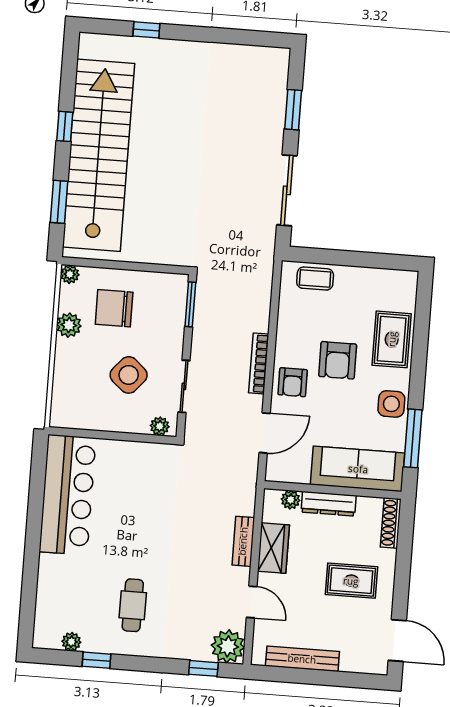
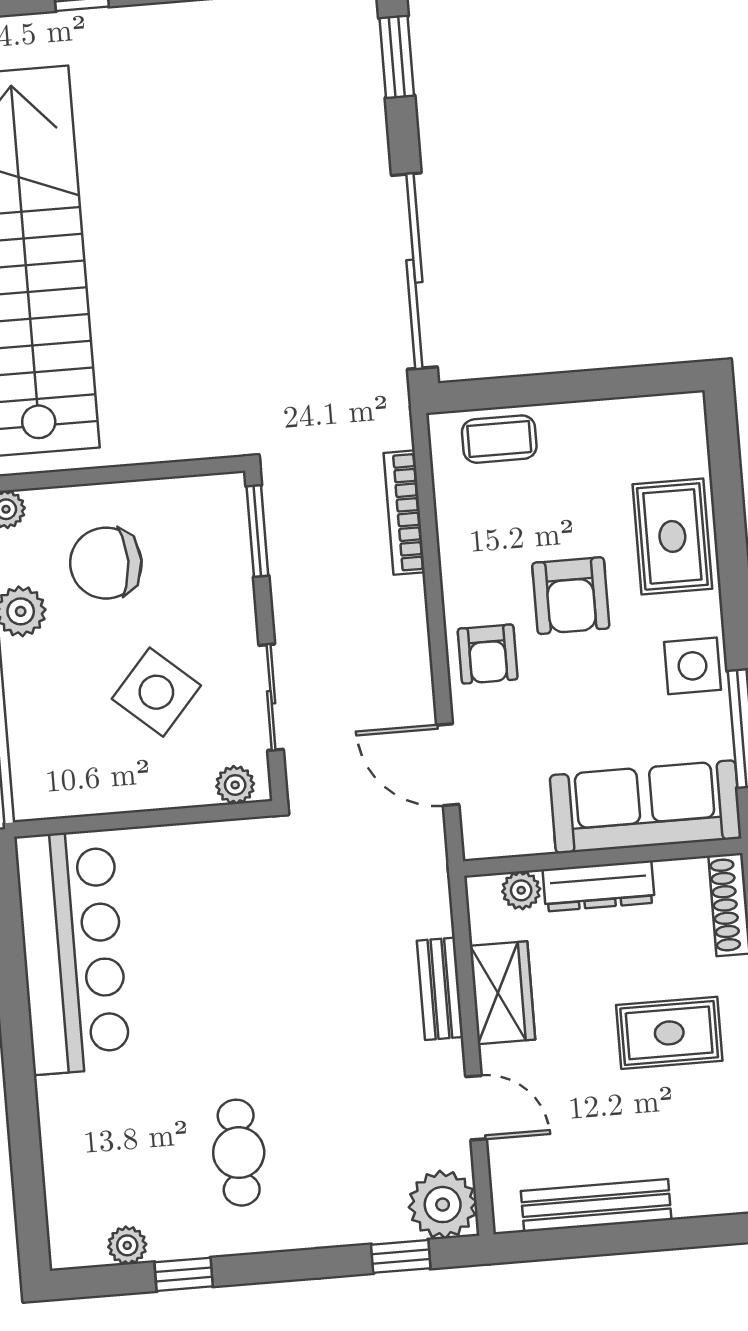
window: (293, 110) -> (397, 57), moved
sliding door: (287, 190) -> (414, 271), width x1.36
bookcase: (259, 363) -> (404, 513), moved
door: (265, 433) -> (448, 765), swing flipped

